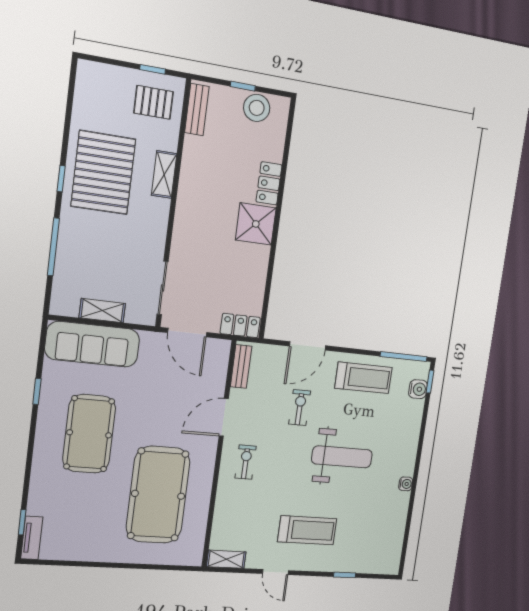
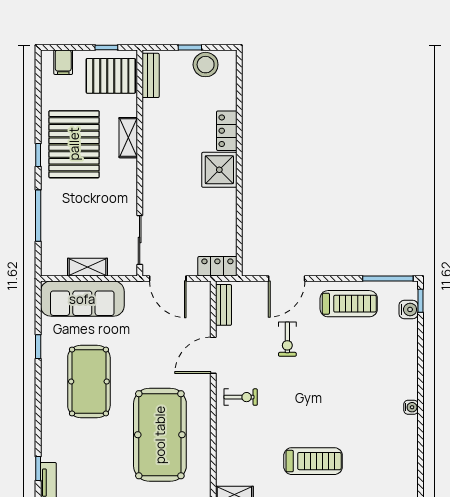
filing cabinet: (102, 77) -> (63, 62), added
pallet: (154, 102) -> (111, 76), width x1.50, depth x1.42
exercise bike: (300, 408) -> (287, 339), turned 180
weight bench: (342, 457) -> (338, 385), removed
exercise bike: (246, 462) -> (241, 397), turned 90

